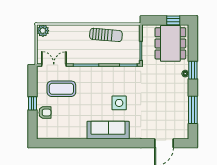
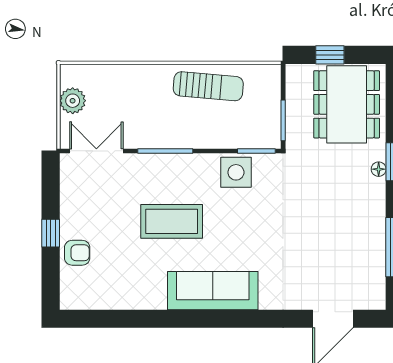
window: (173, 20) -> (330, 55), moved
plant: (43, 31) -> (73, 101), moved
coffee table: (61, 89) -> (172, 221), moved
side table: (119, 103) -> (236, 172), moved

